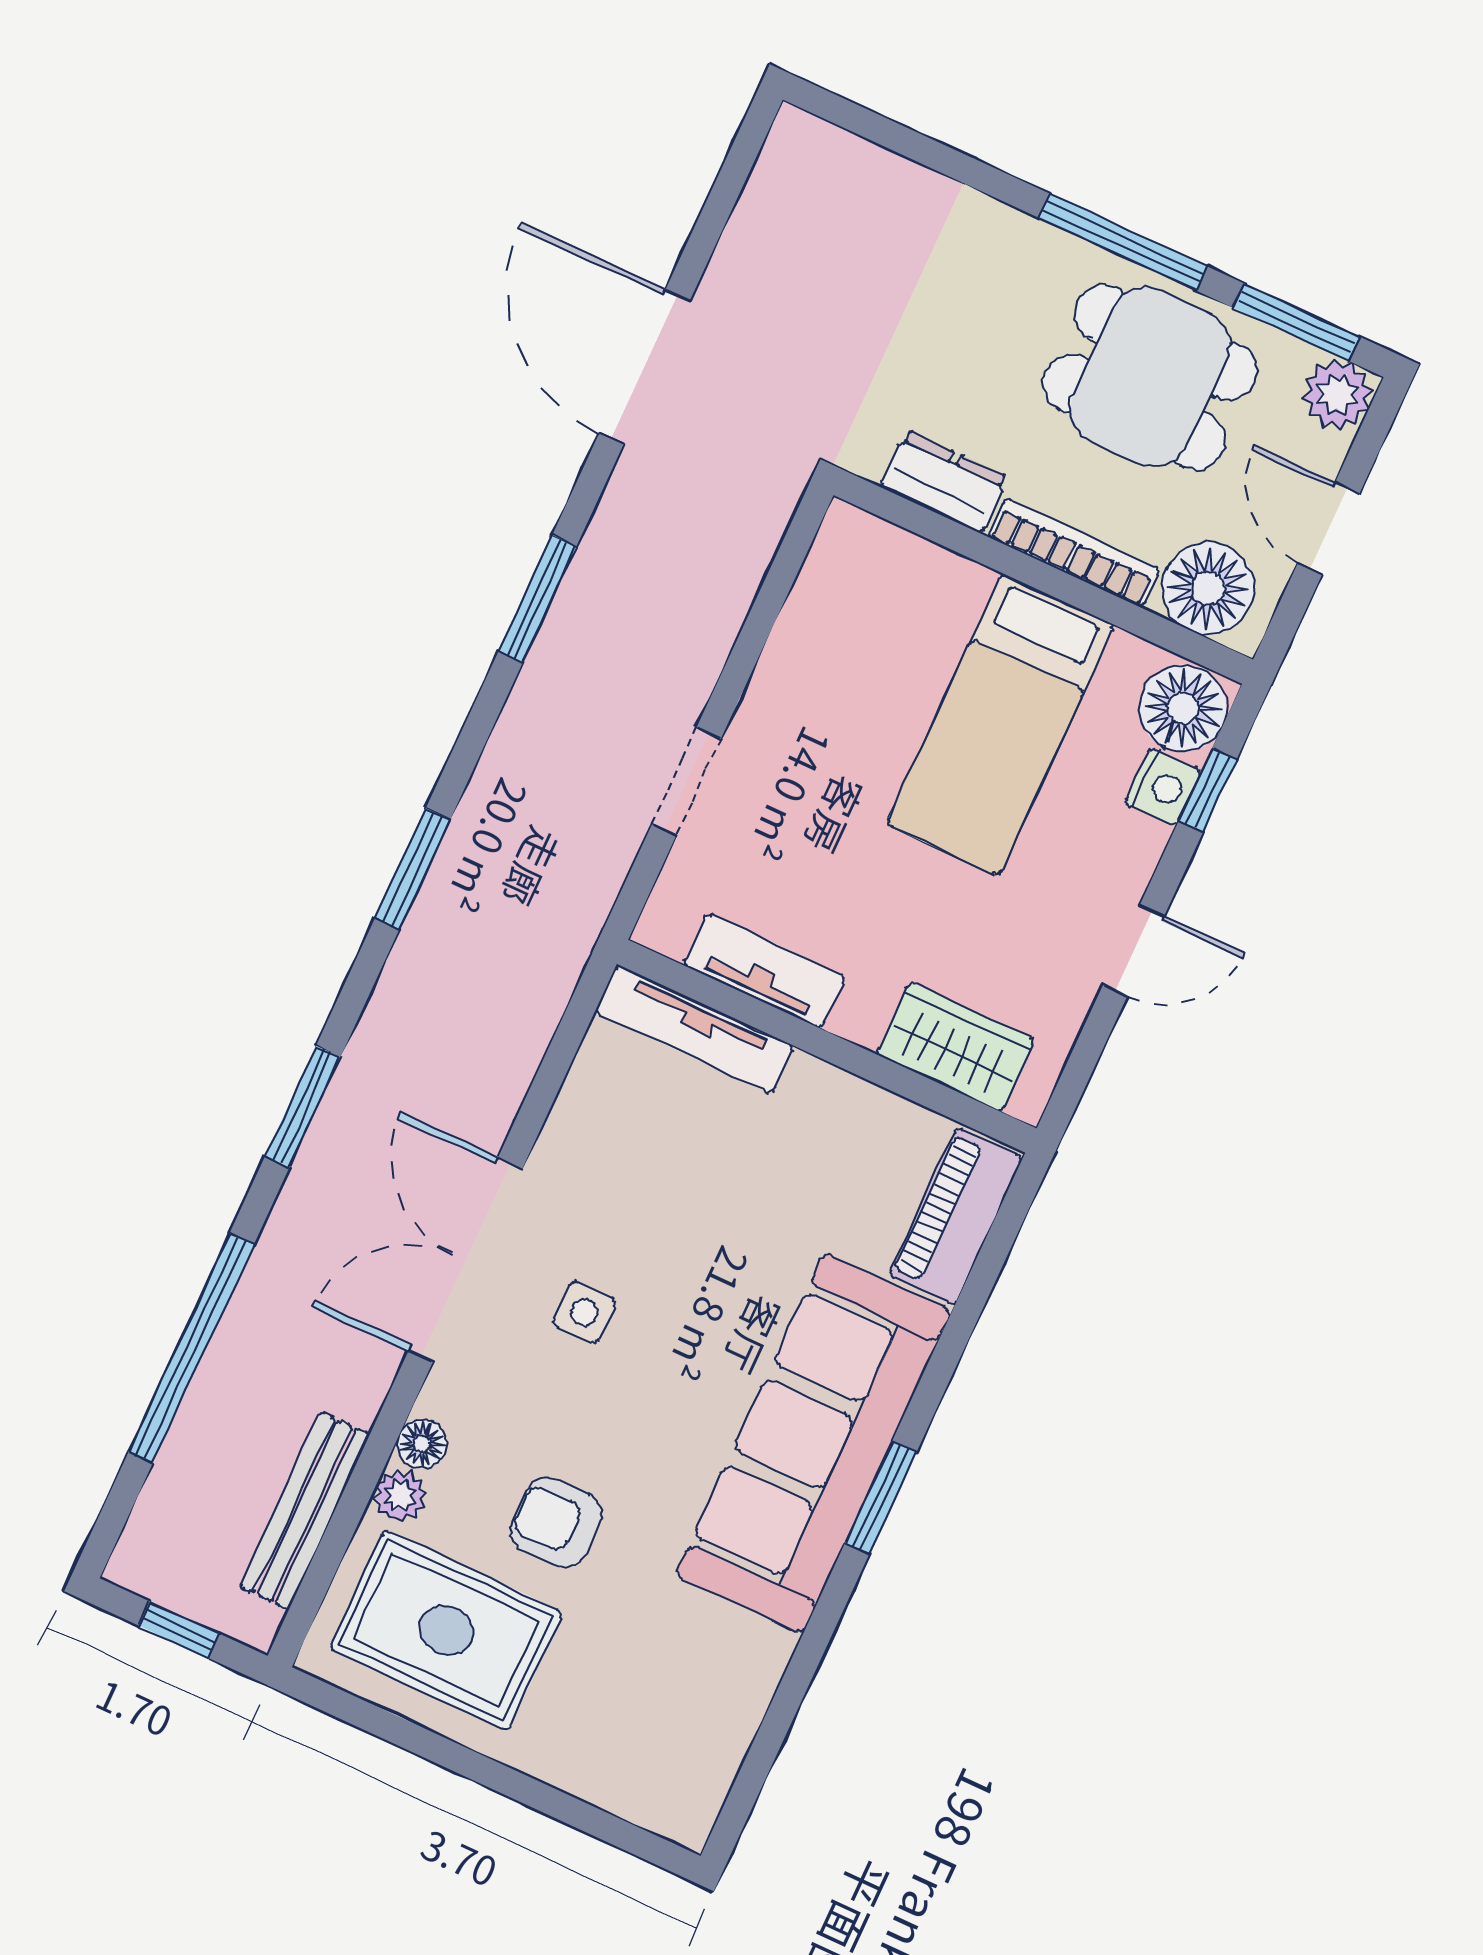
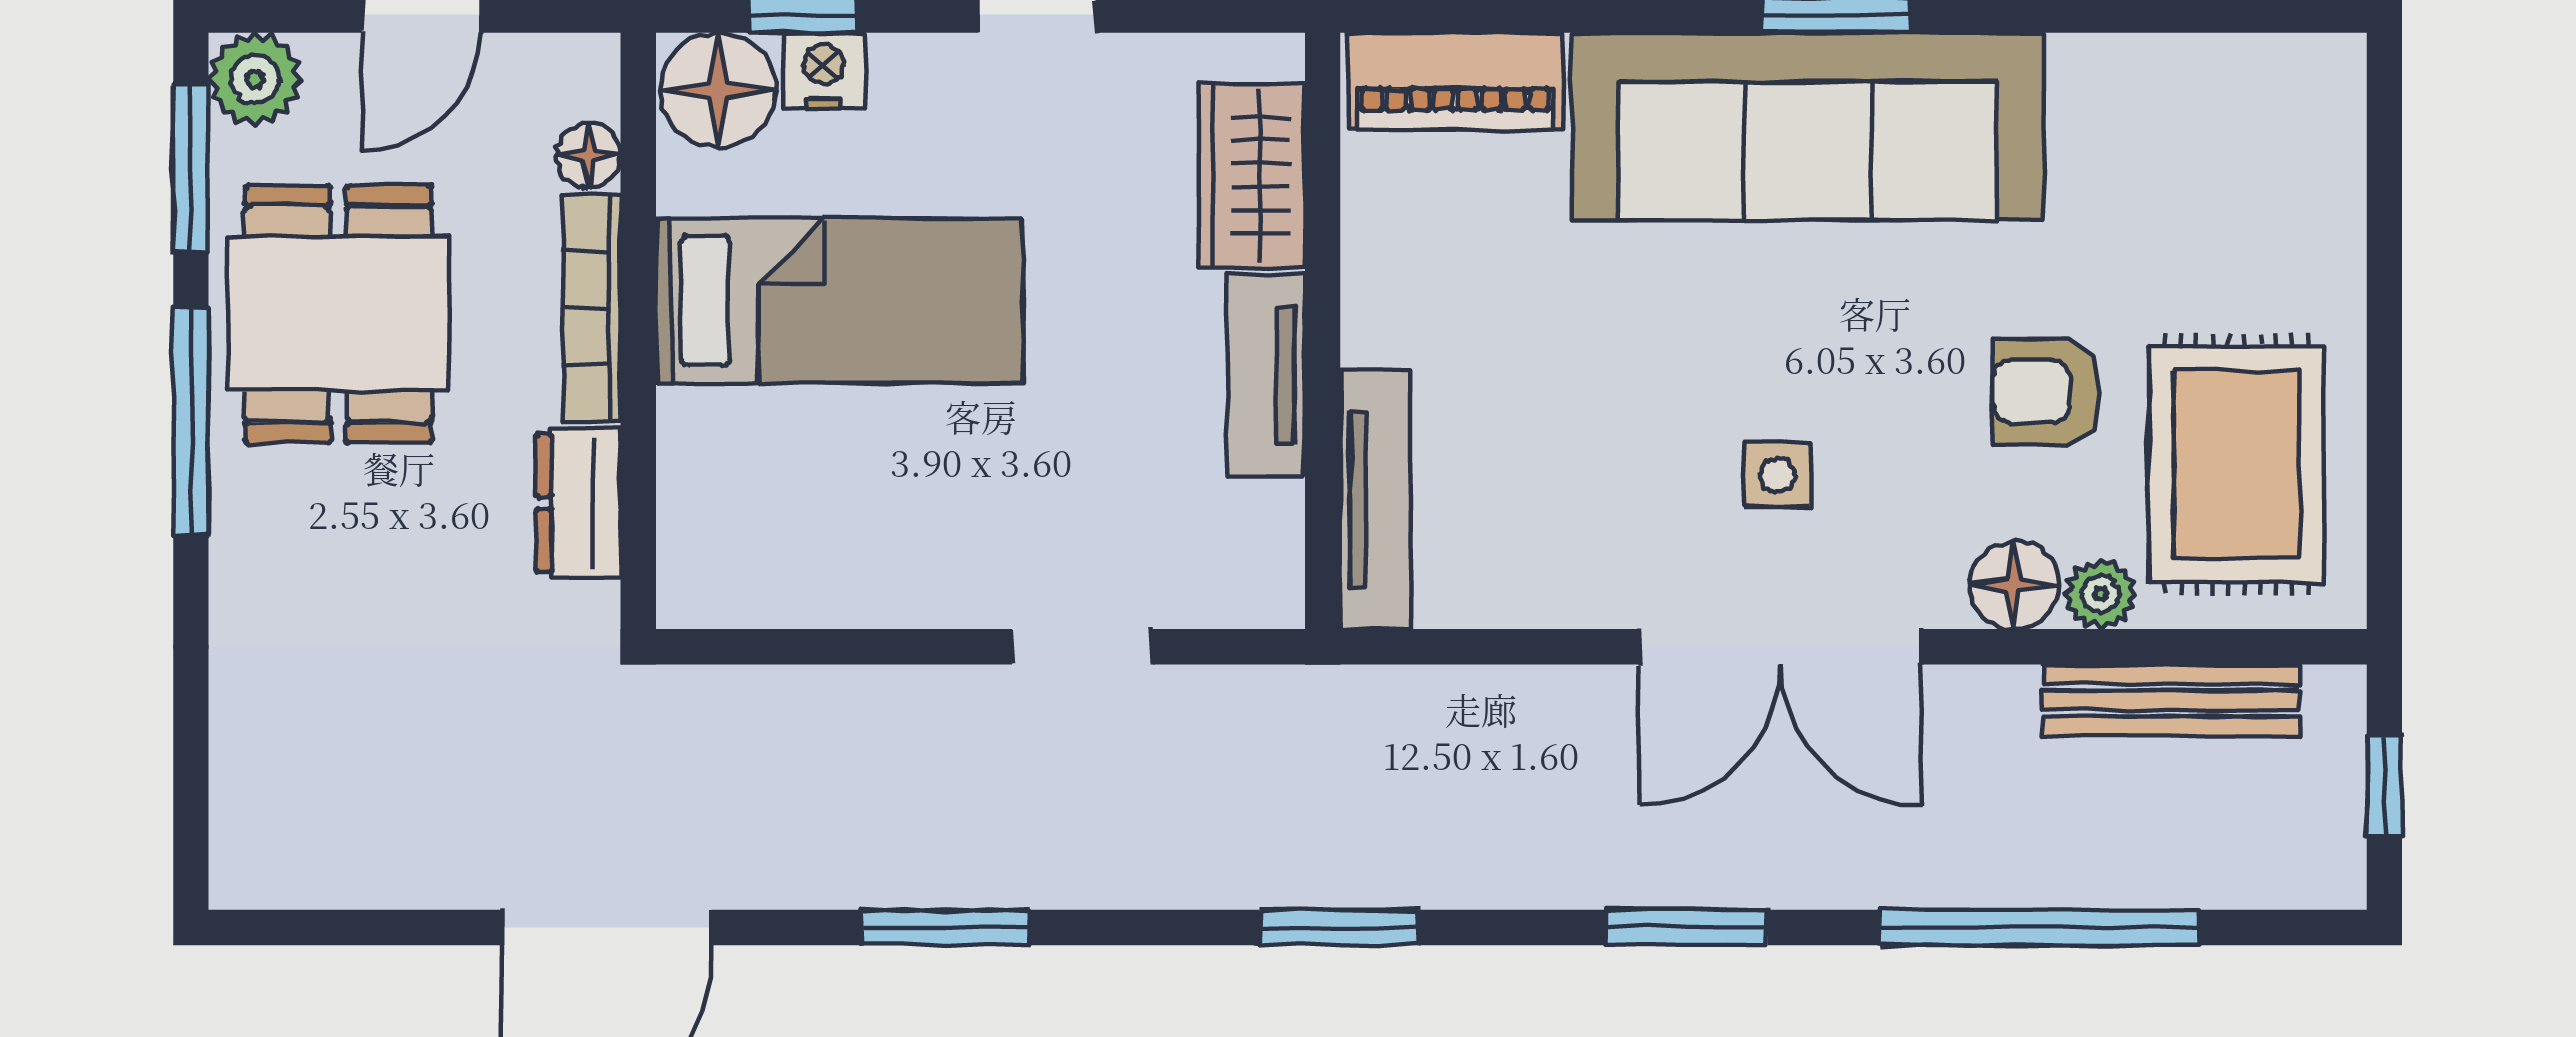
floor lamp: (1208, 588) -> (588, 155), width x0.53, depth x0.53
tv unit: (764, 971) -> (1266, 375), moved
floor lamp: (422, 1444) -> (2014, 585), width x1.37, depth x1.37
armchair: (556, 1523) -> (2046, 392), turned 90

